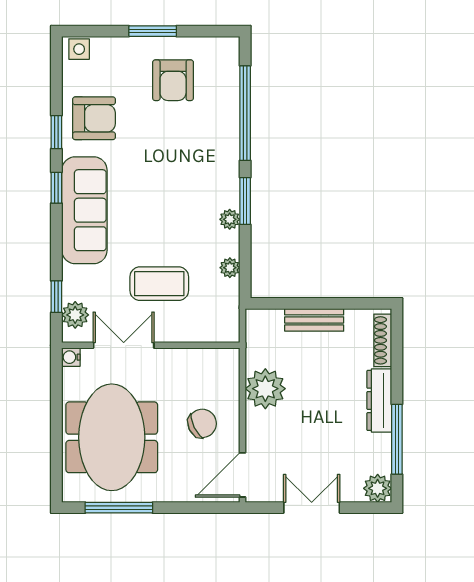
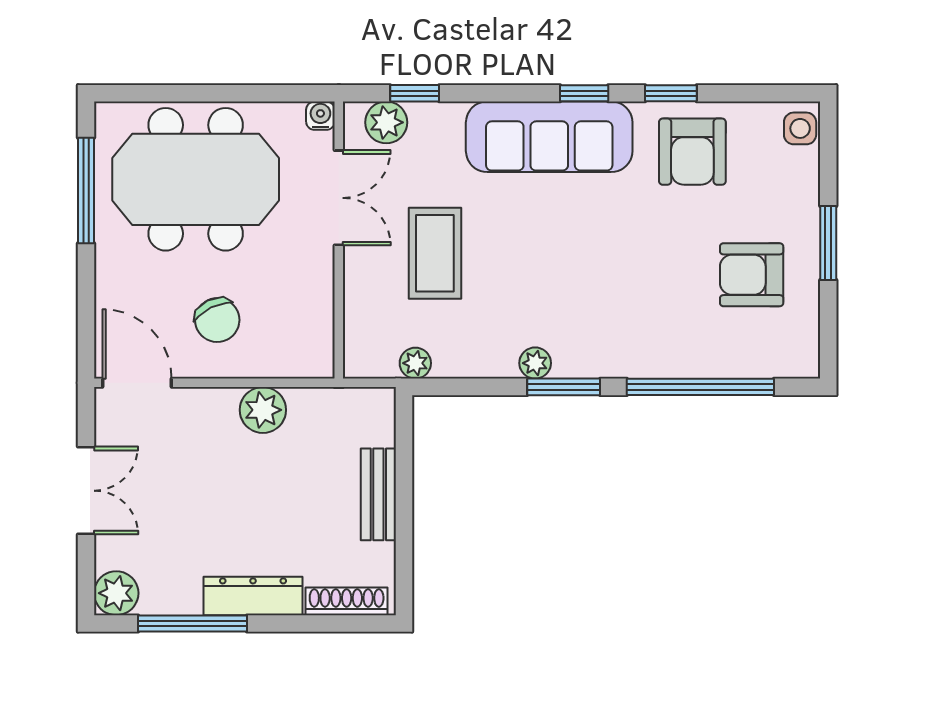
plant: (230, 268) -> (415, 363), moved
plant: (265, 389) -> (263, 410), width x0.73, depth x0.73

